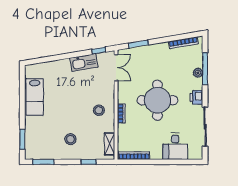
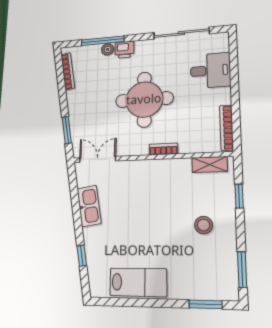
window: (99, 51) -> (82, 256), moved
printer: (196, 97) -> (125, 50), moved
stool: (99, 110) -> (159, 182), removed

